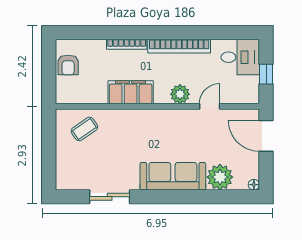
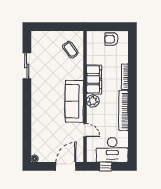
desk: (240, 57) -> (112, 150), width x1.37
plant: (180, 94) -> (93, 101), moved
sofa: (173, 176) -> (74, 101), moved, turned 180
plant: (220, 177) -> (39, 137), removed

